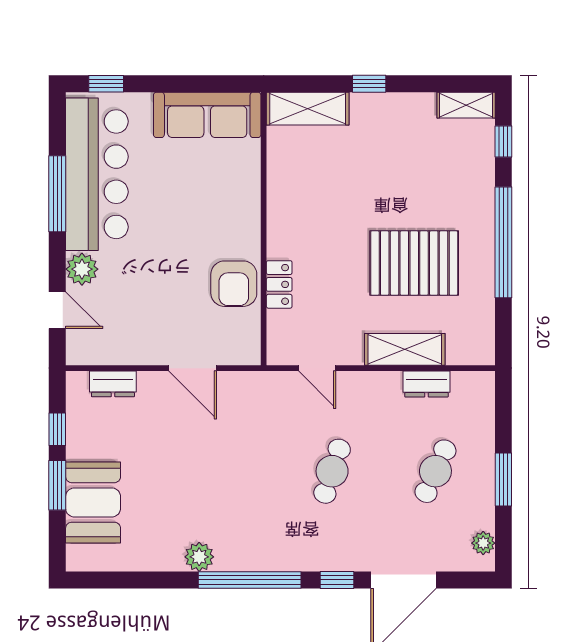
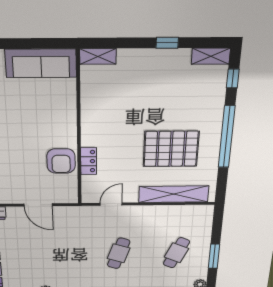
window: (369, 84) -> (167, 43), moved
shelving: (308, 109) -> (98, 56), width x0.67, depth x0.75
shelving: (405, 349) -> (174, 194), width x1.47
door: (317, 368) -> (111, 204), swing flipped
dresser: (426, 384) -> (174, 211), removed

